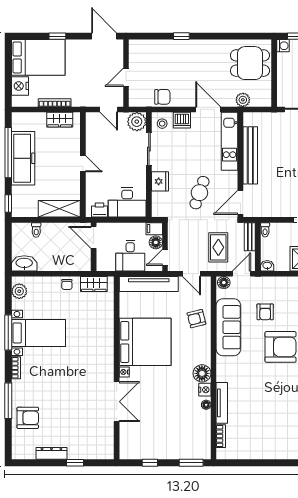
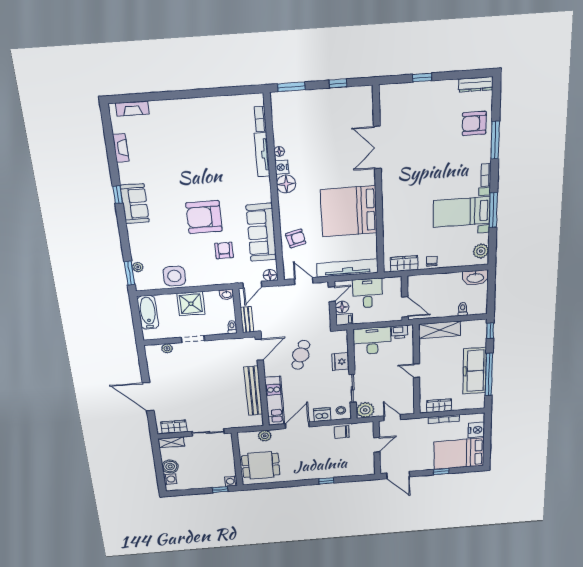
door: (208, 109) -> (297, 425), swing flipped
rug: (218, 247) -> (278, 307), removed
nightstand: (124, 372) -> (370, 179), removed
dresser: (51, 453) -> (476, 84), moved

